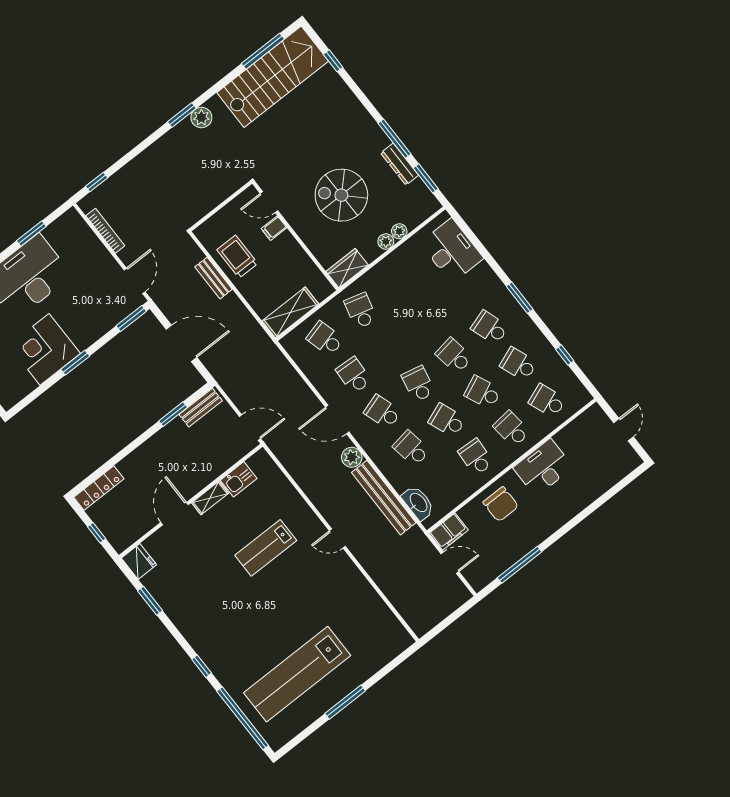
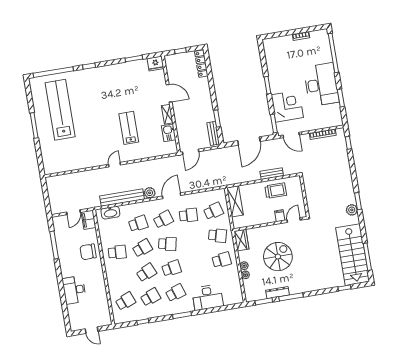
desk: (452, 251) -> (208, 297), moved
corner desk: (45, 349) -> (287, 106), moved
school desk: (511, 429) -> (222, 260), moved
desk: (543, 468) -> (74, 290), moved, turned 180

